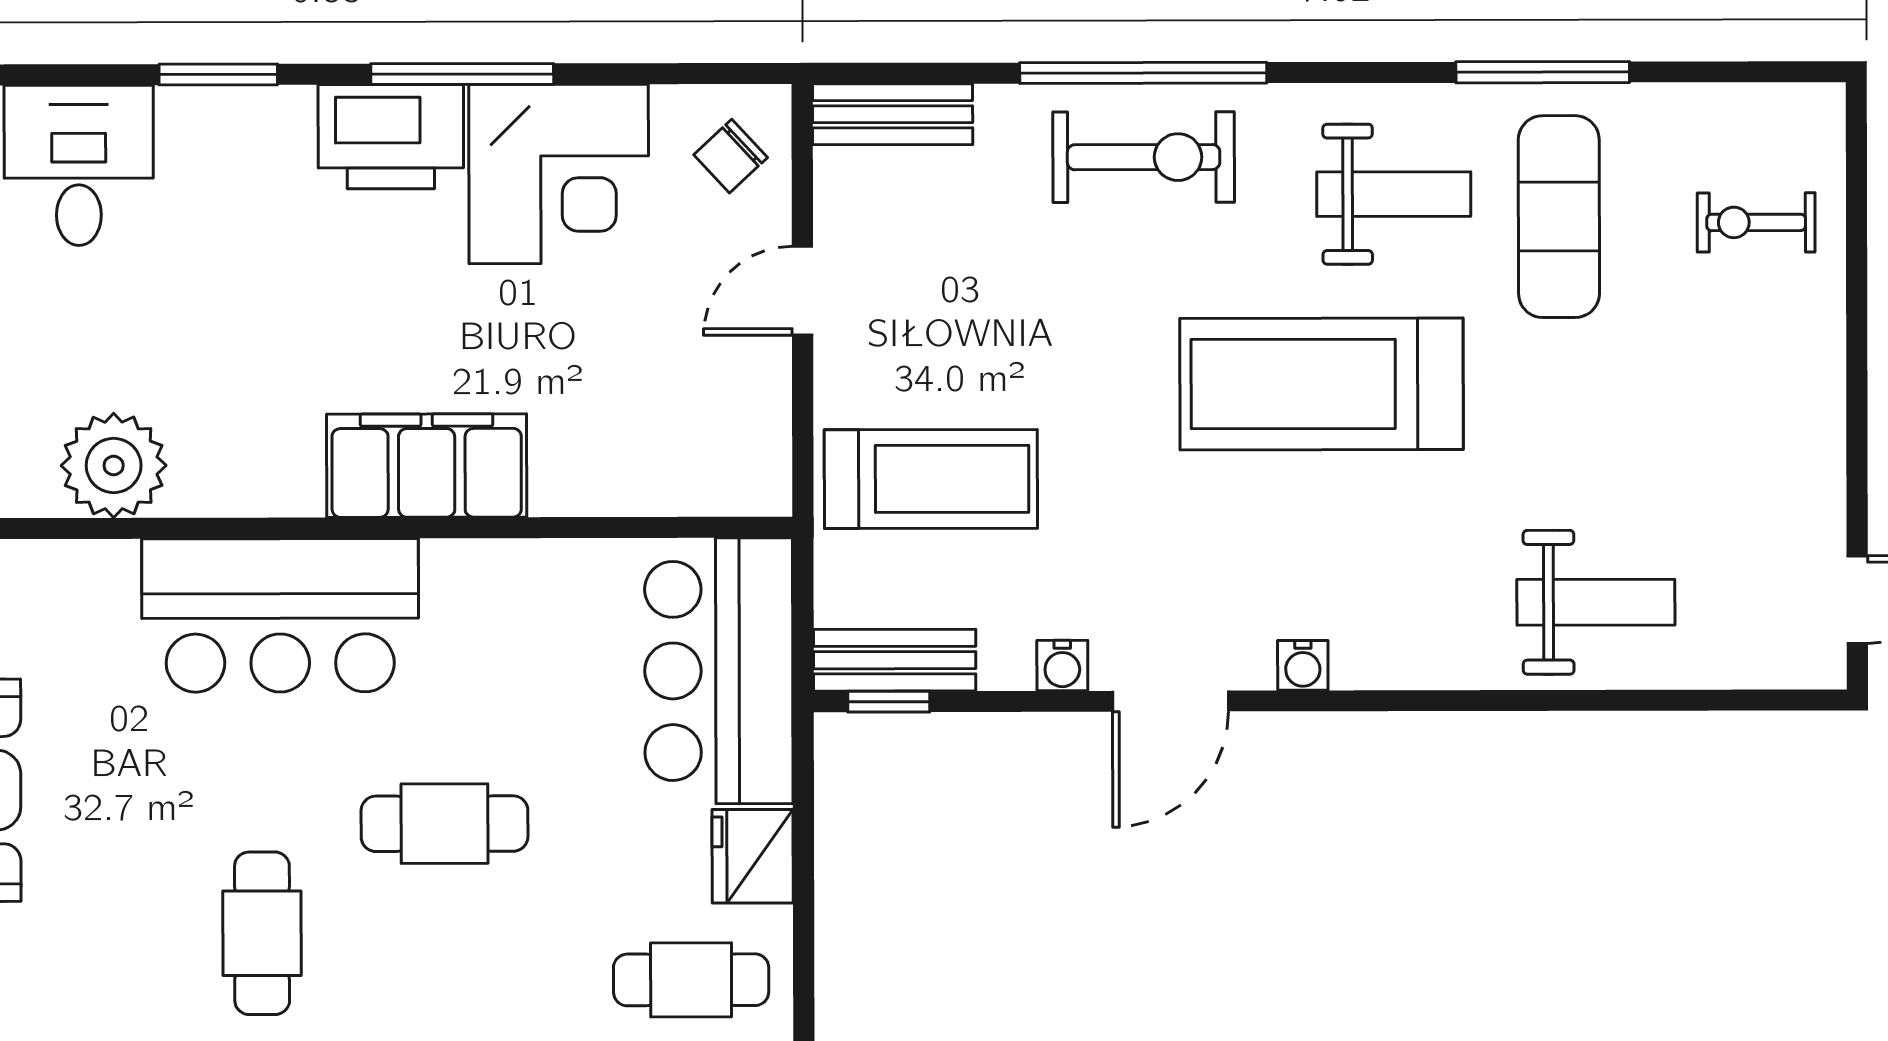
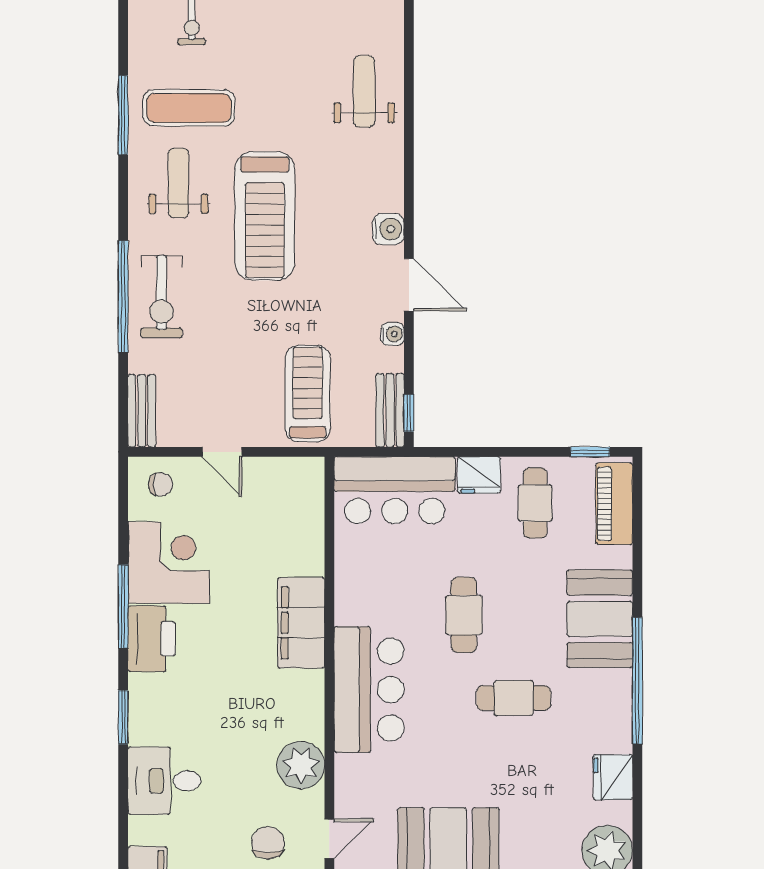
chair: (731, 156) -> (161, 484), turned -47
exercise bike: (1144, 157) -> (161, 297), turned 180
water cooler: (1303, 665) -> (388, 229), width x1.38, depth x1.38

